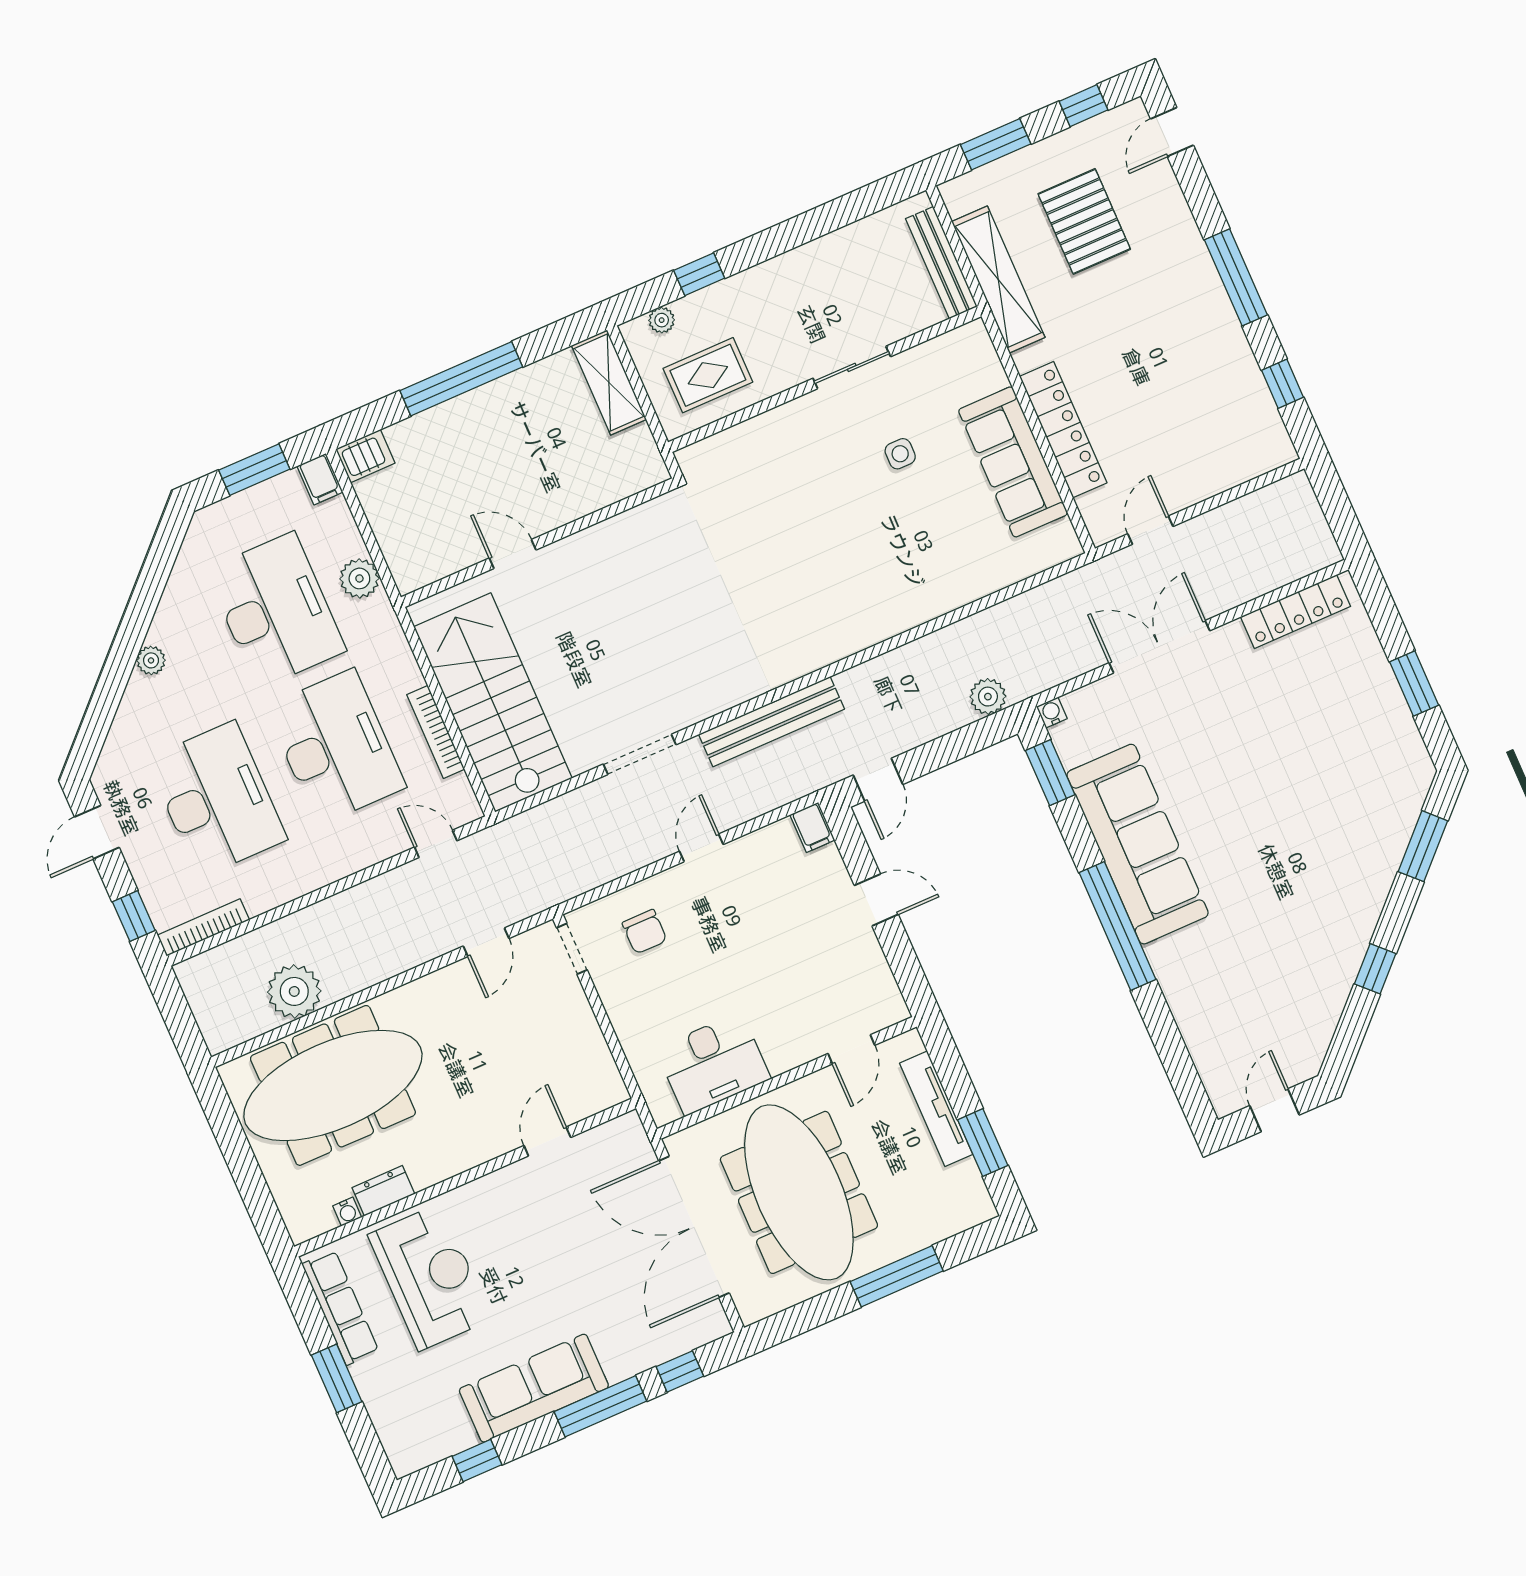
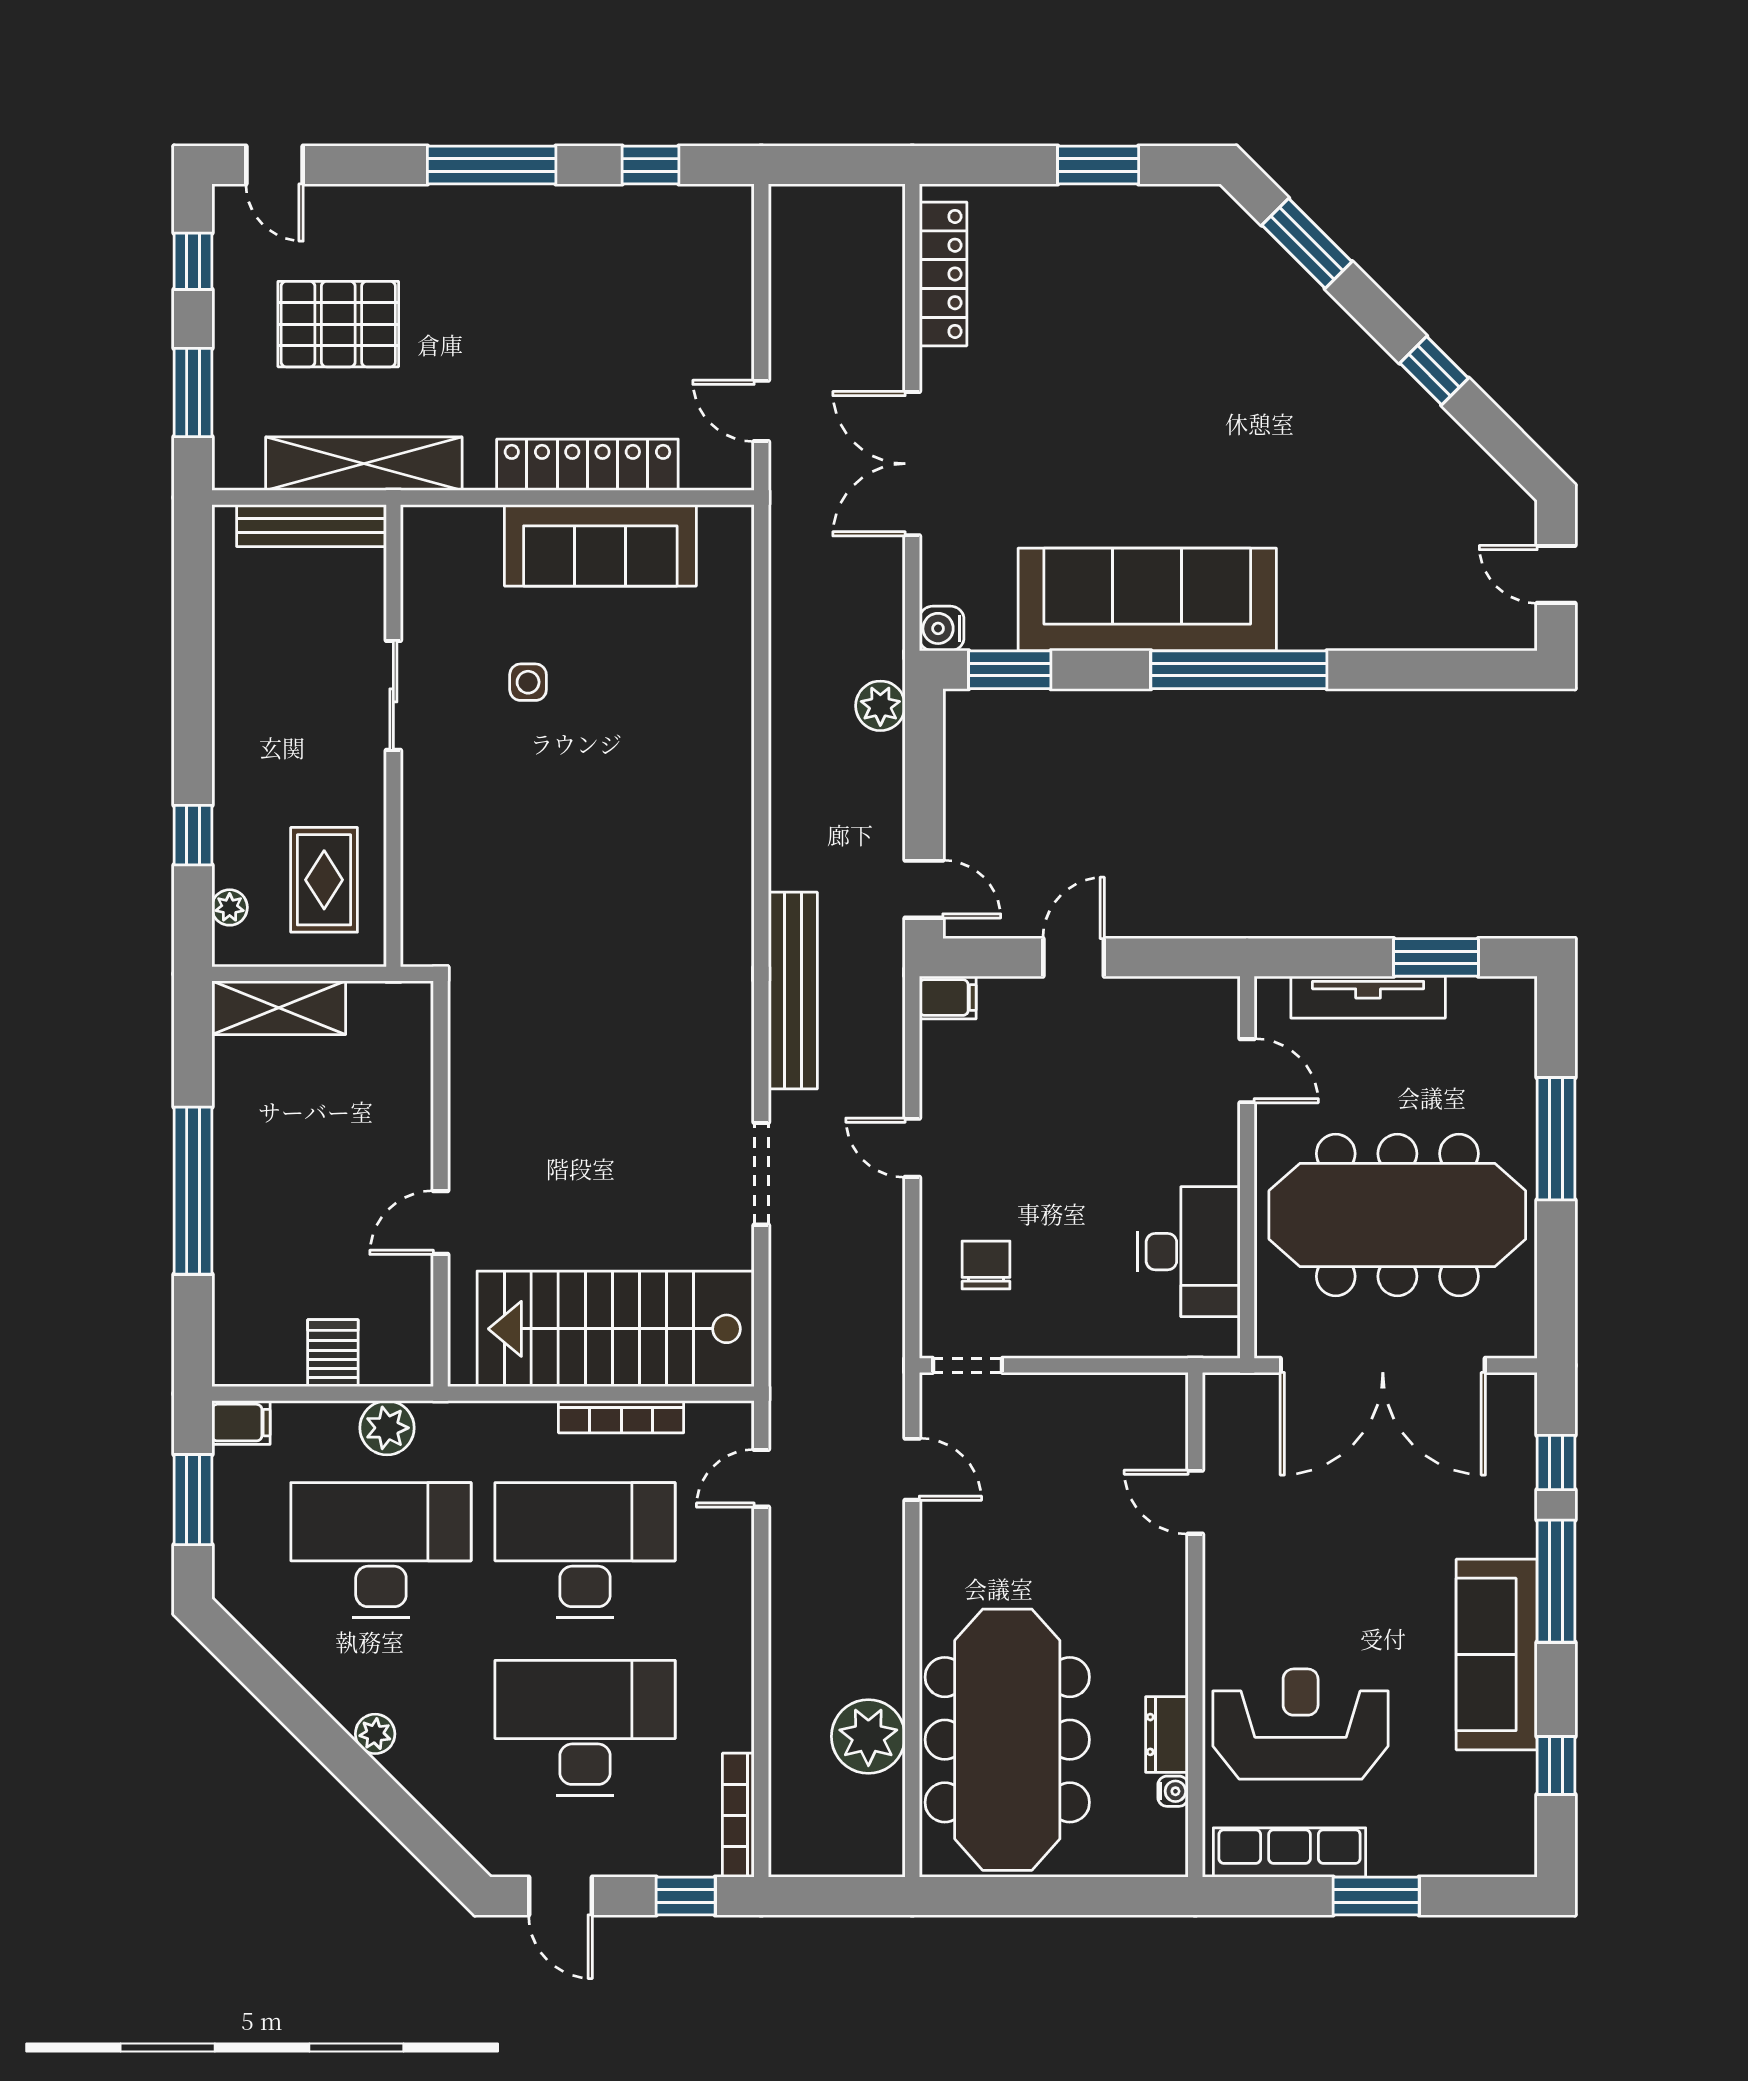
server rack: (365, 456) -> (333, 1353), moved
water cooler: (1052, 713) -> (942, 628), width x1.38, depth x1.38
chair: (645, 932) -> (986, 1265), turned -90

